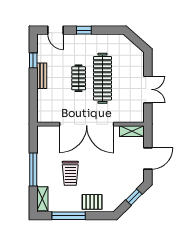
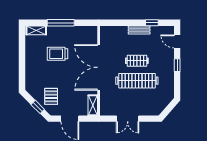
door: (56, 30) -> (177, 41), hinge flipped
pallet: (92, 202) -> (51, 96), moved
window: (69, 216) -> (22, 52), removed

